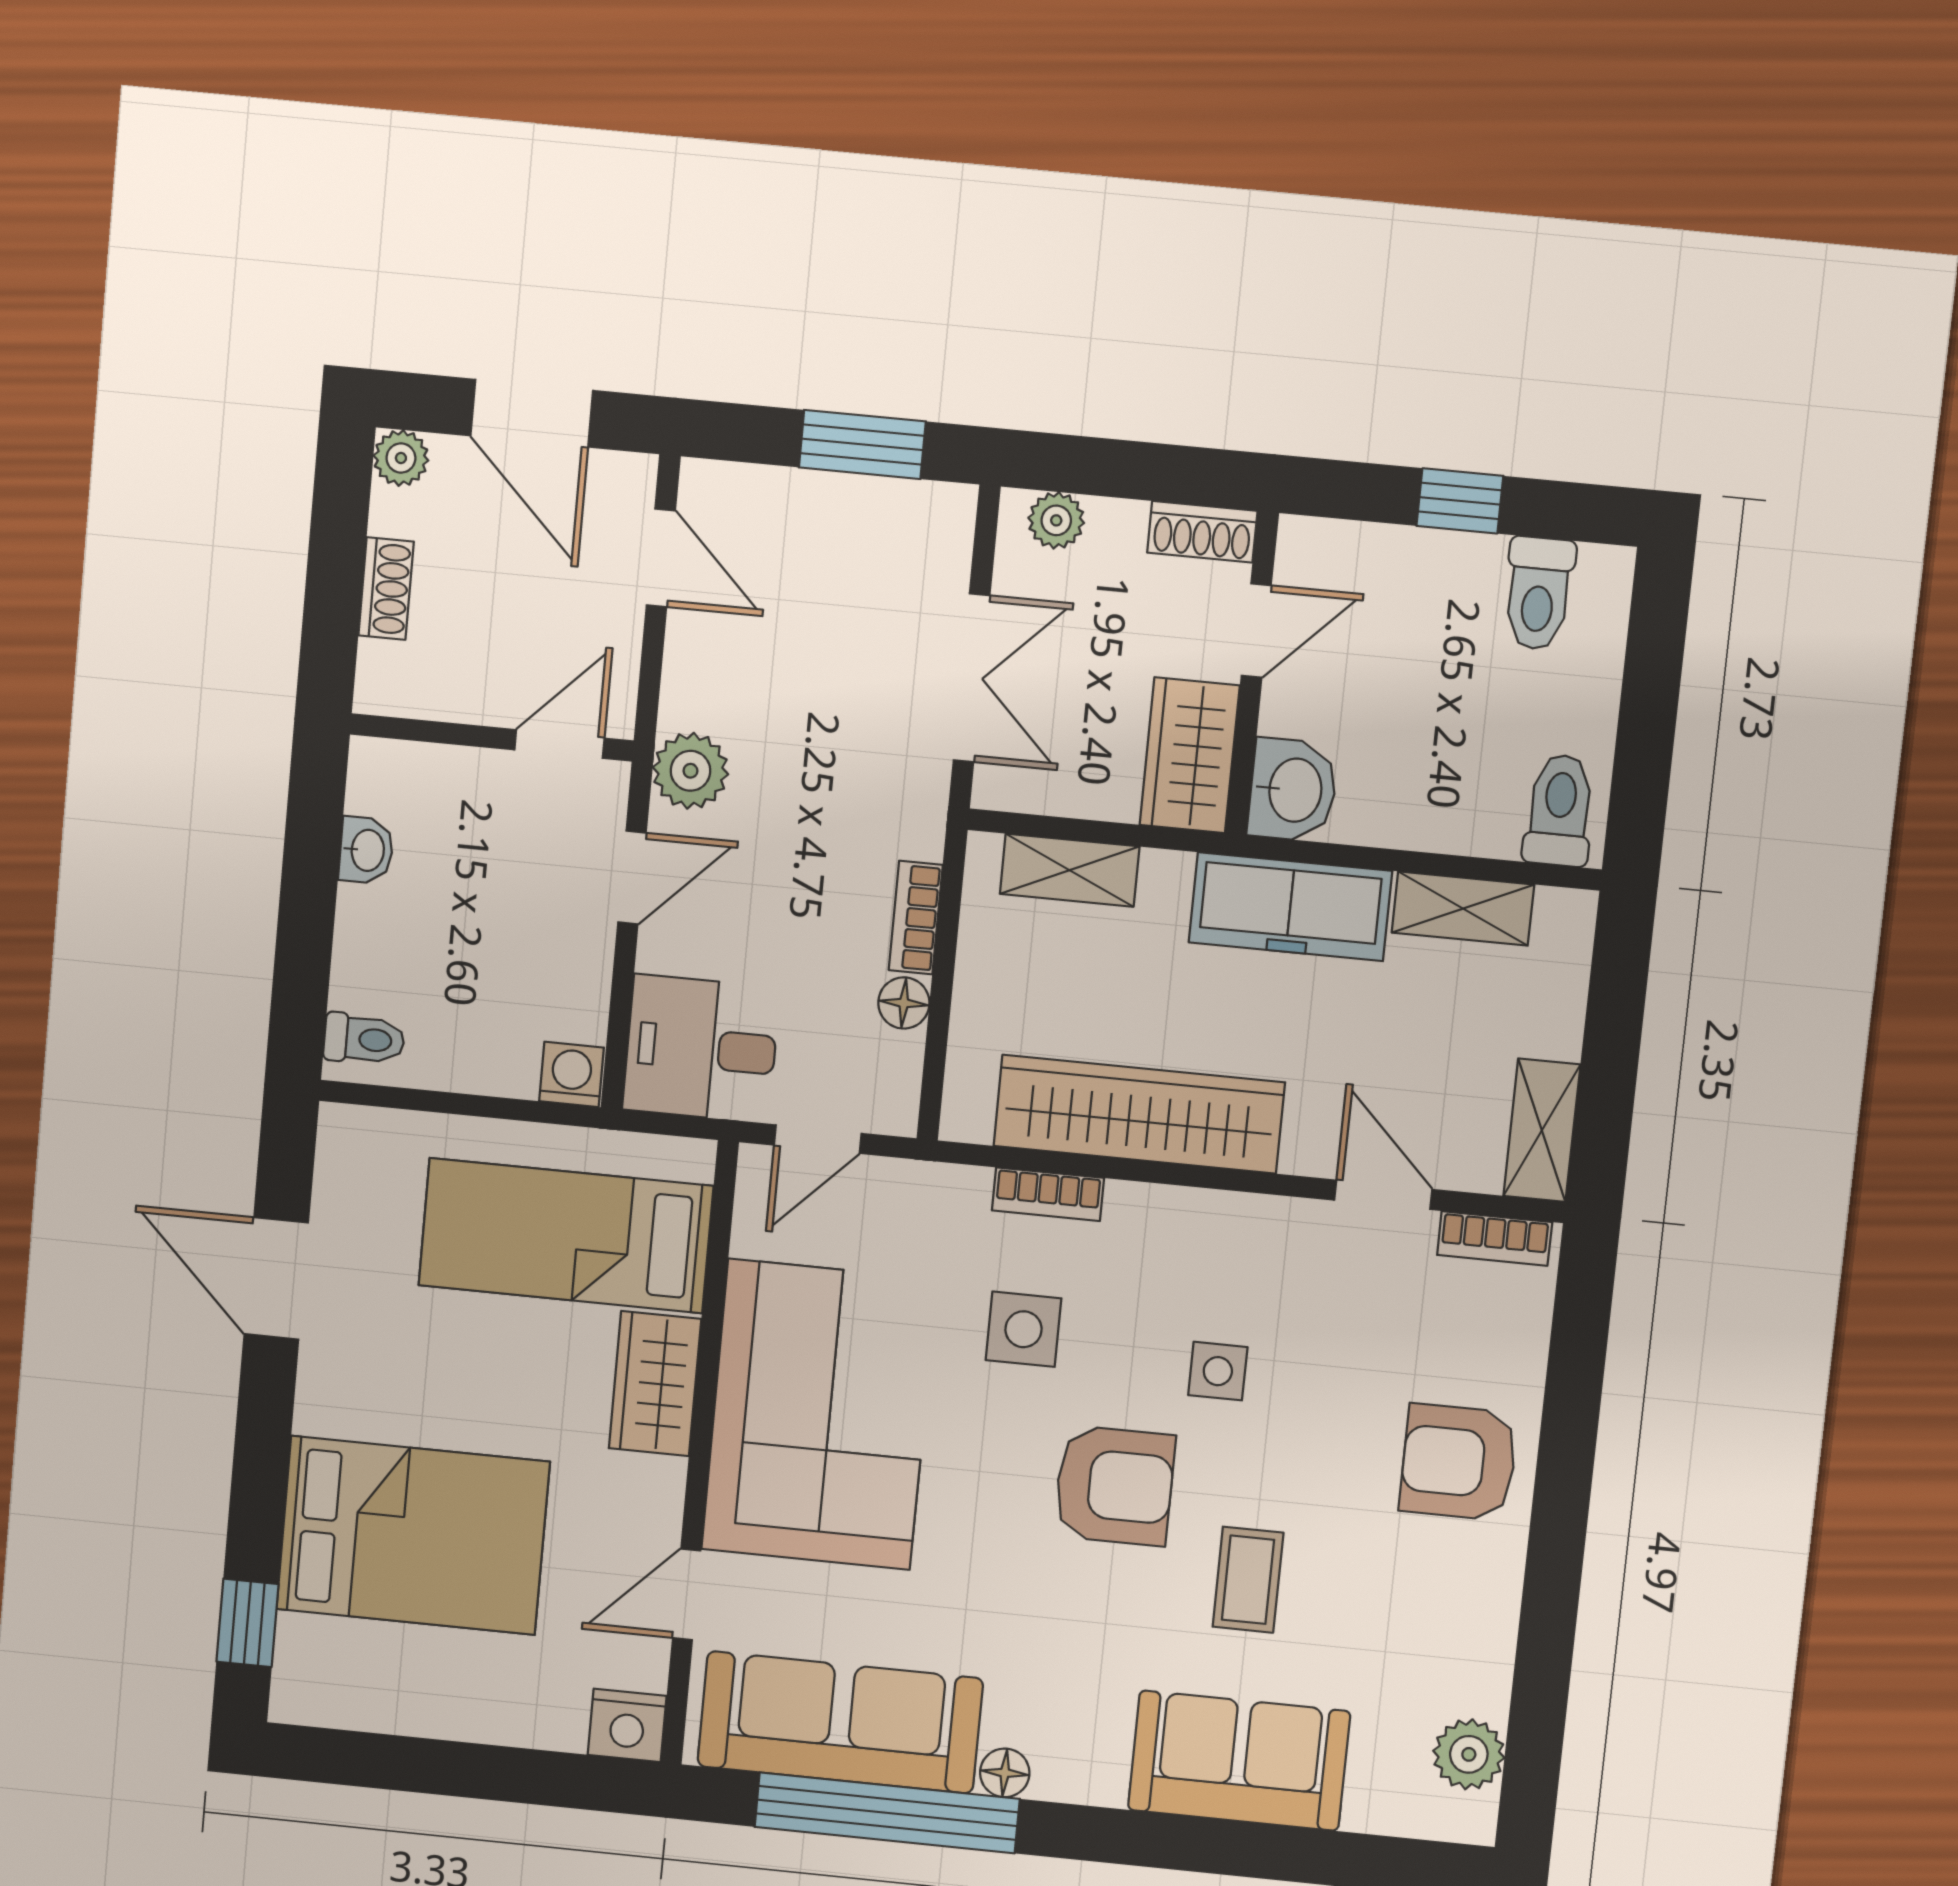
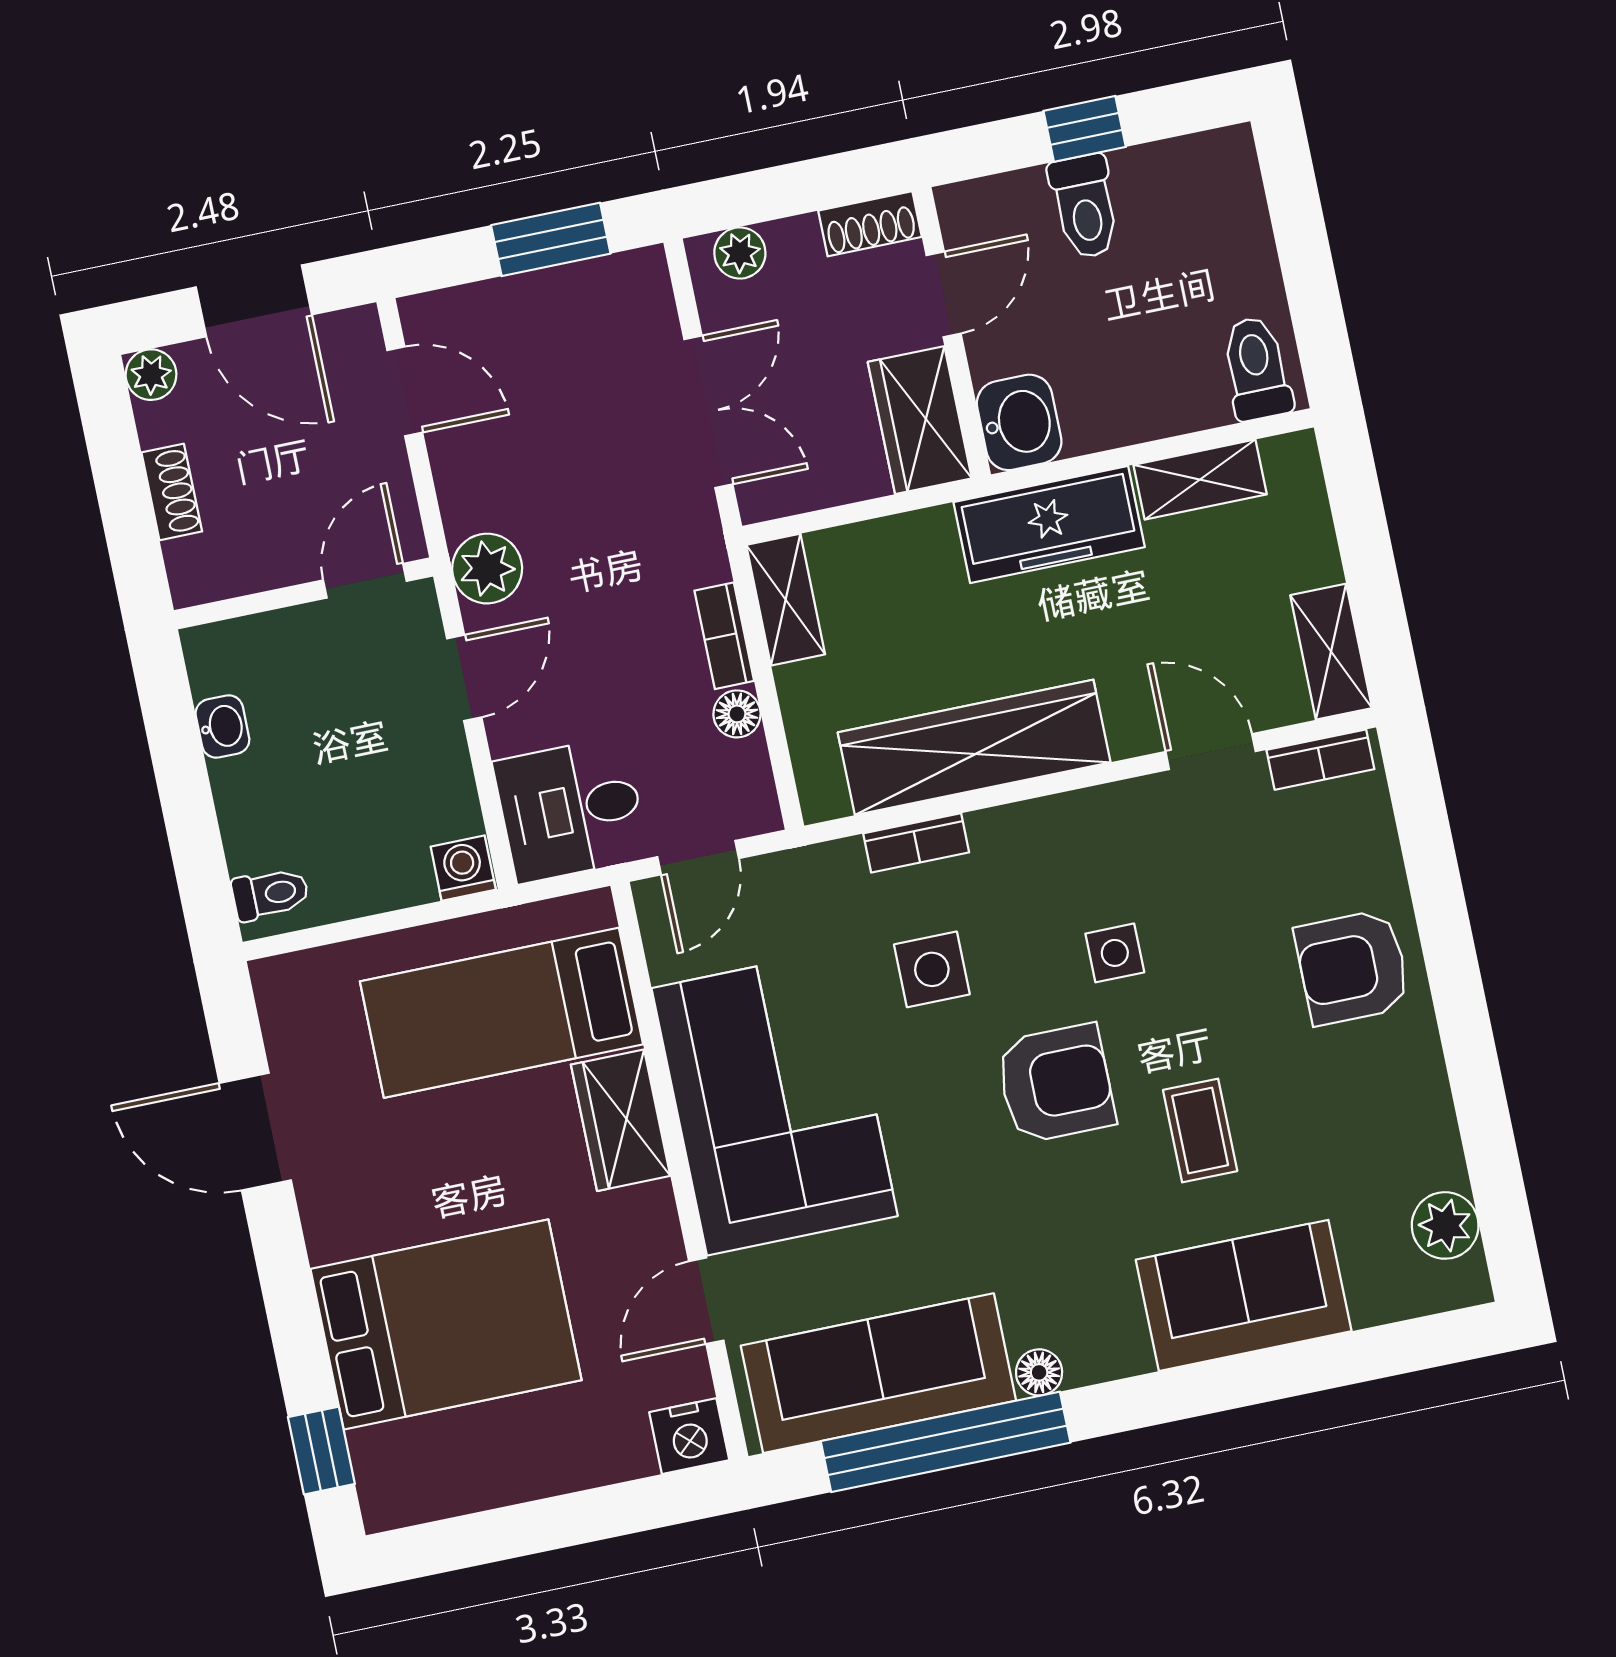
toilet: (1539, 593) -> (1085, 206), moved
shelving: (1070, 870) -> (786, 600), moved, turned 90

